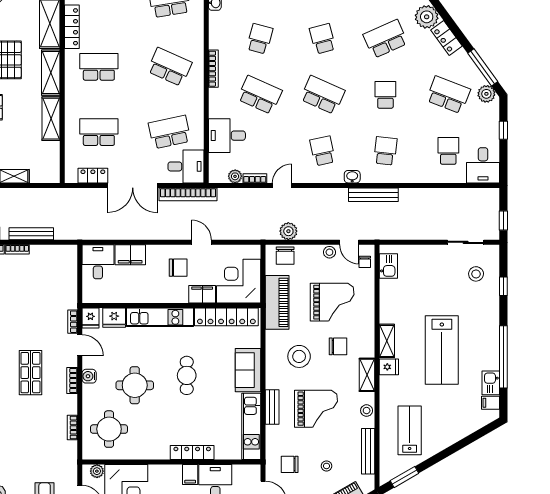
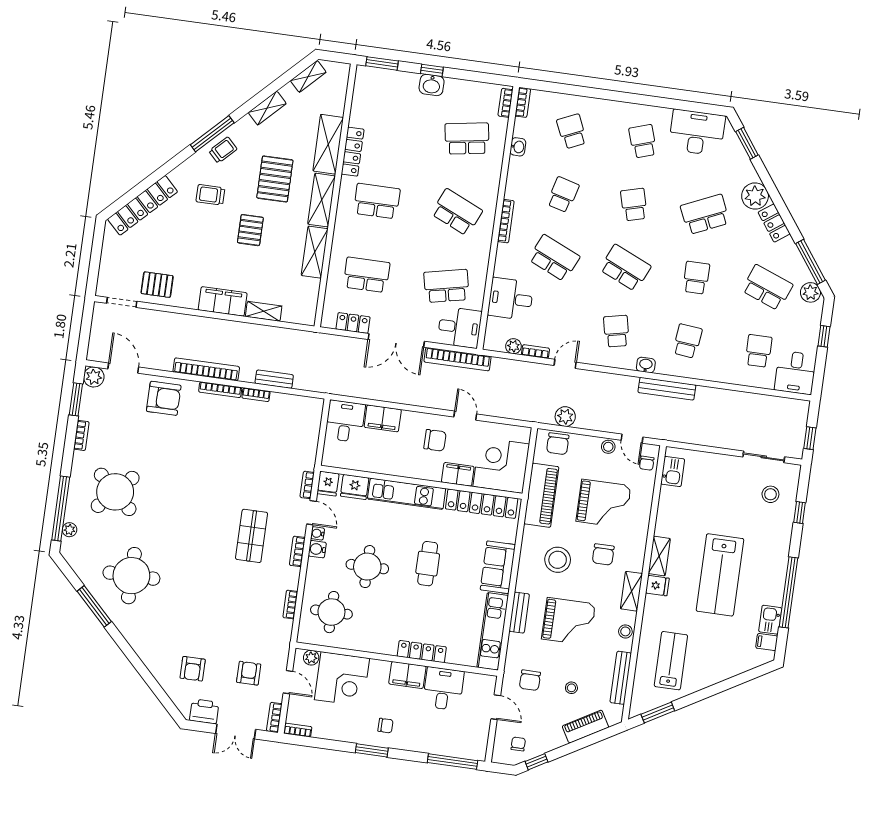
bench: (31, 234) -> (274, 379), width x0.73
chair: (338, 346) -> (603, 554), turned 90
water cooler: (87, 362) -> (318, 533), added
chair: (290, 464) -> (530, 680), turned -90
filing cabinet: (190, 475) -> (407, 675), width x2.00

